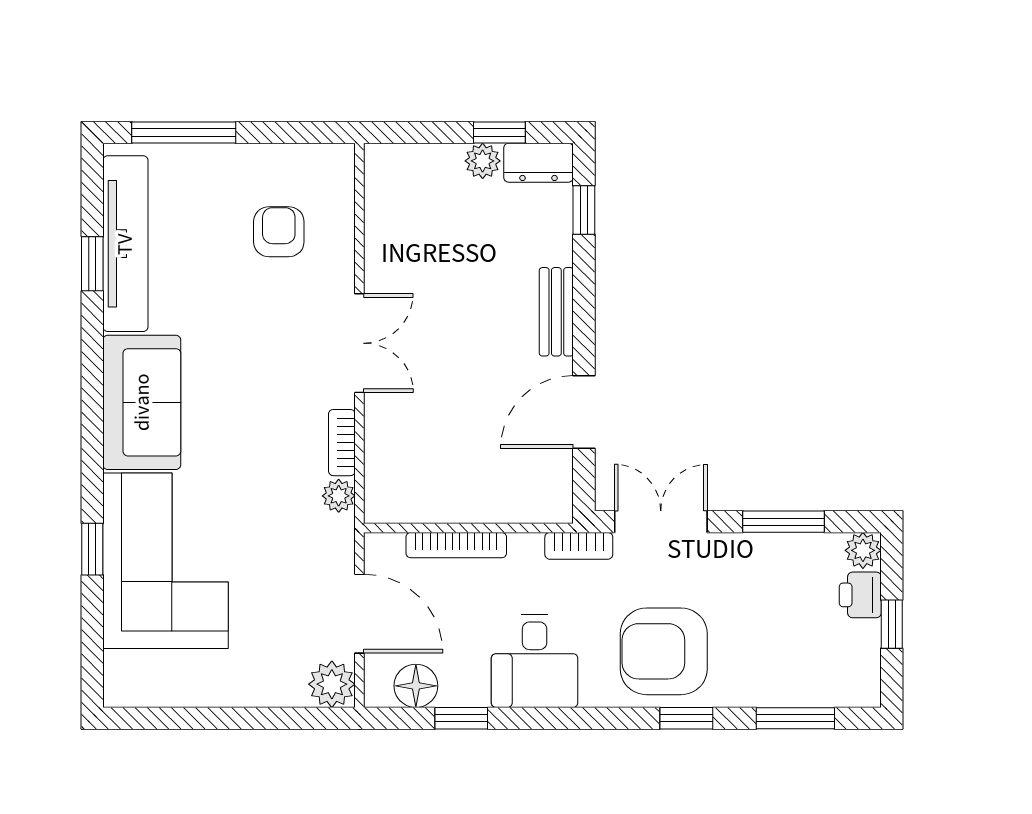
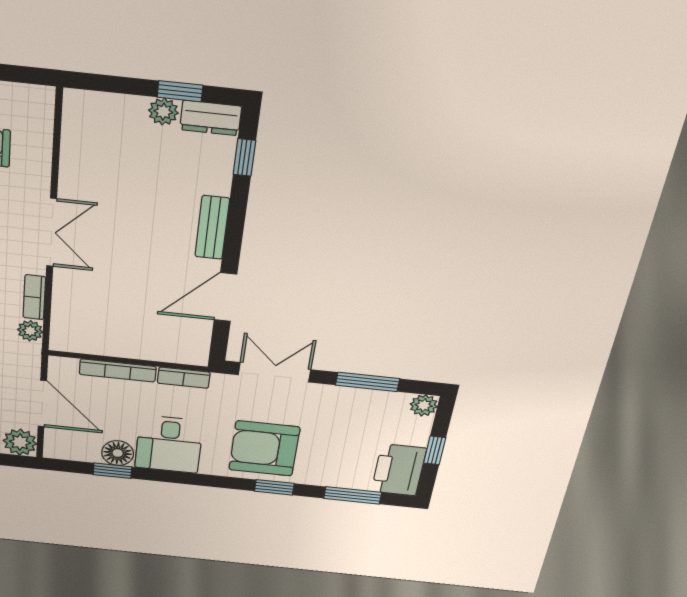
bookcase: (579, 546) -> (184, 378), moved
printer: (860, 595) -> (399, 470), moved, width x1.87, depth x1.48
floor lamp: (416, 686) -> (118, 453), moved

